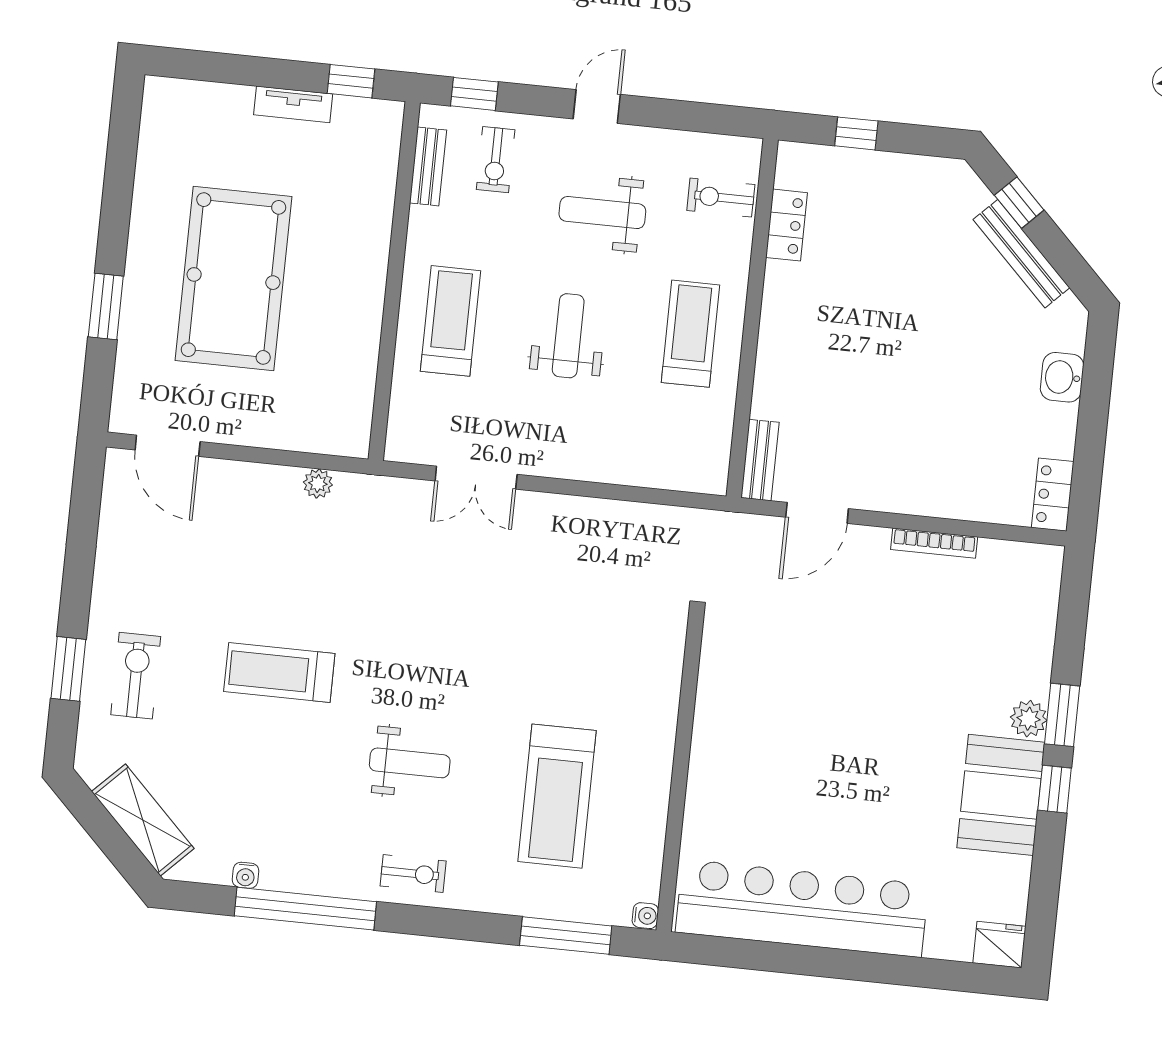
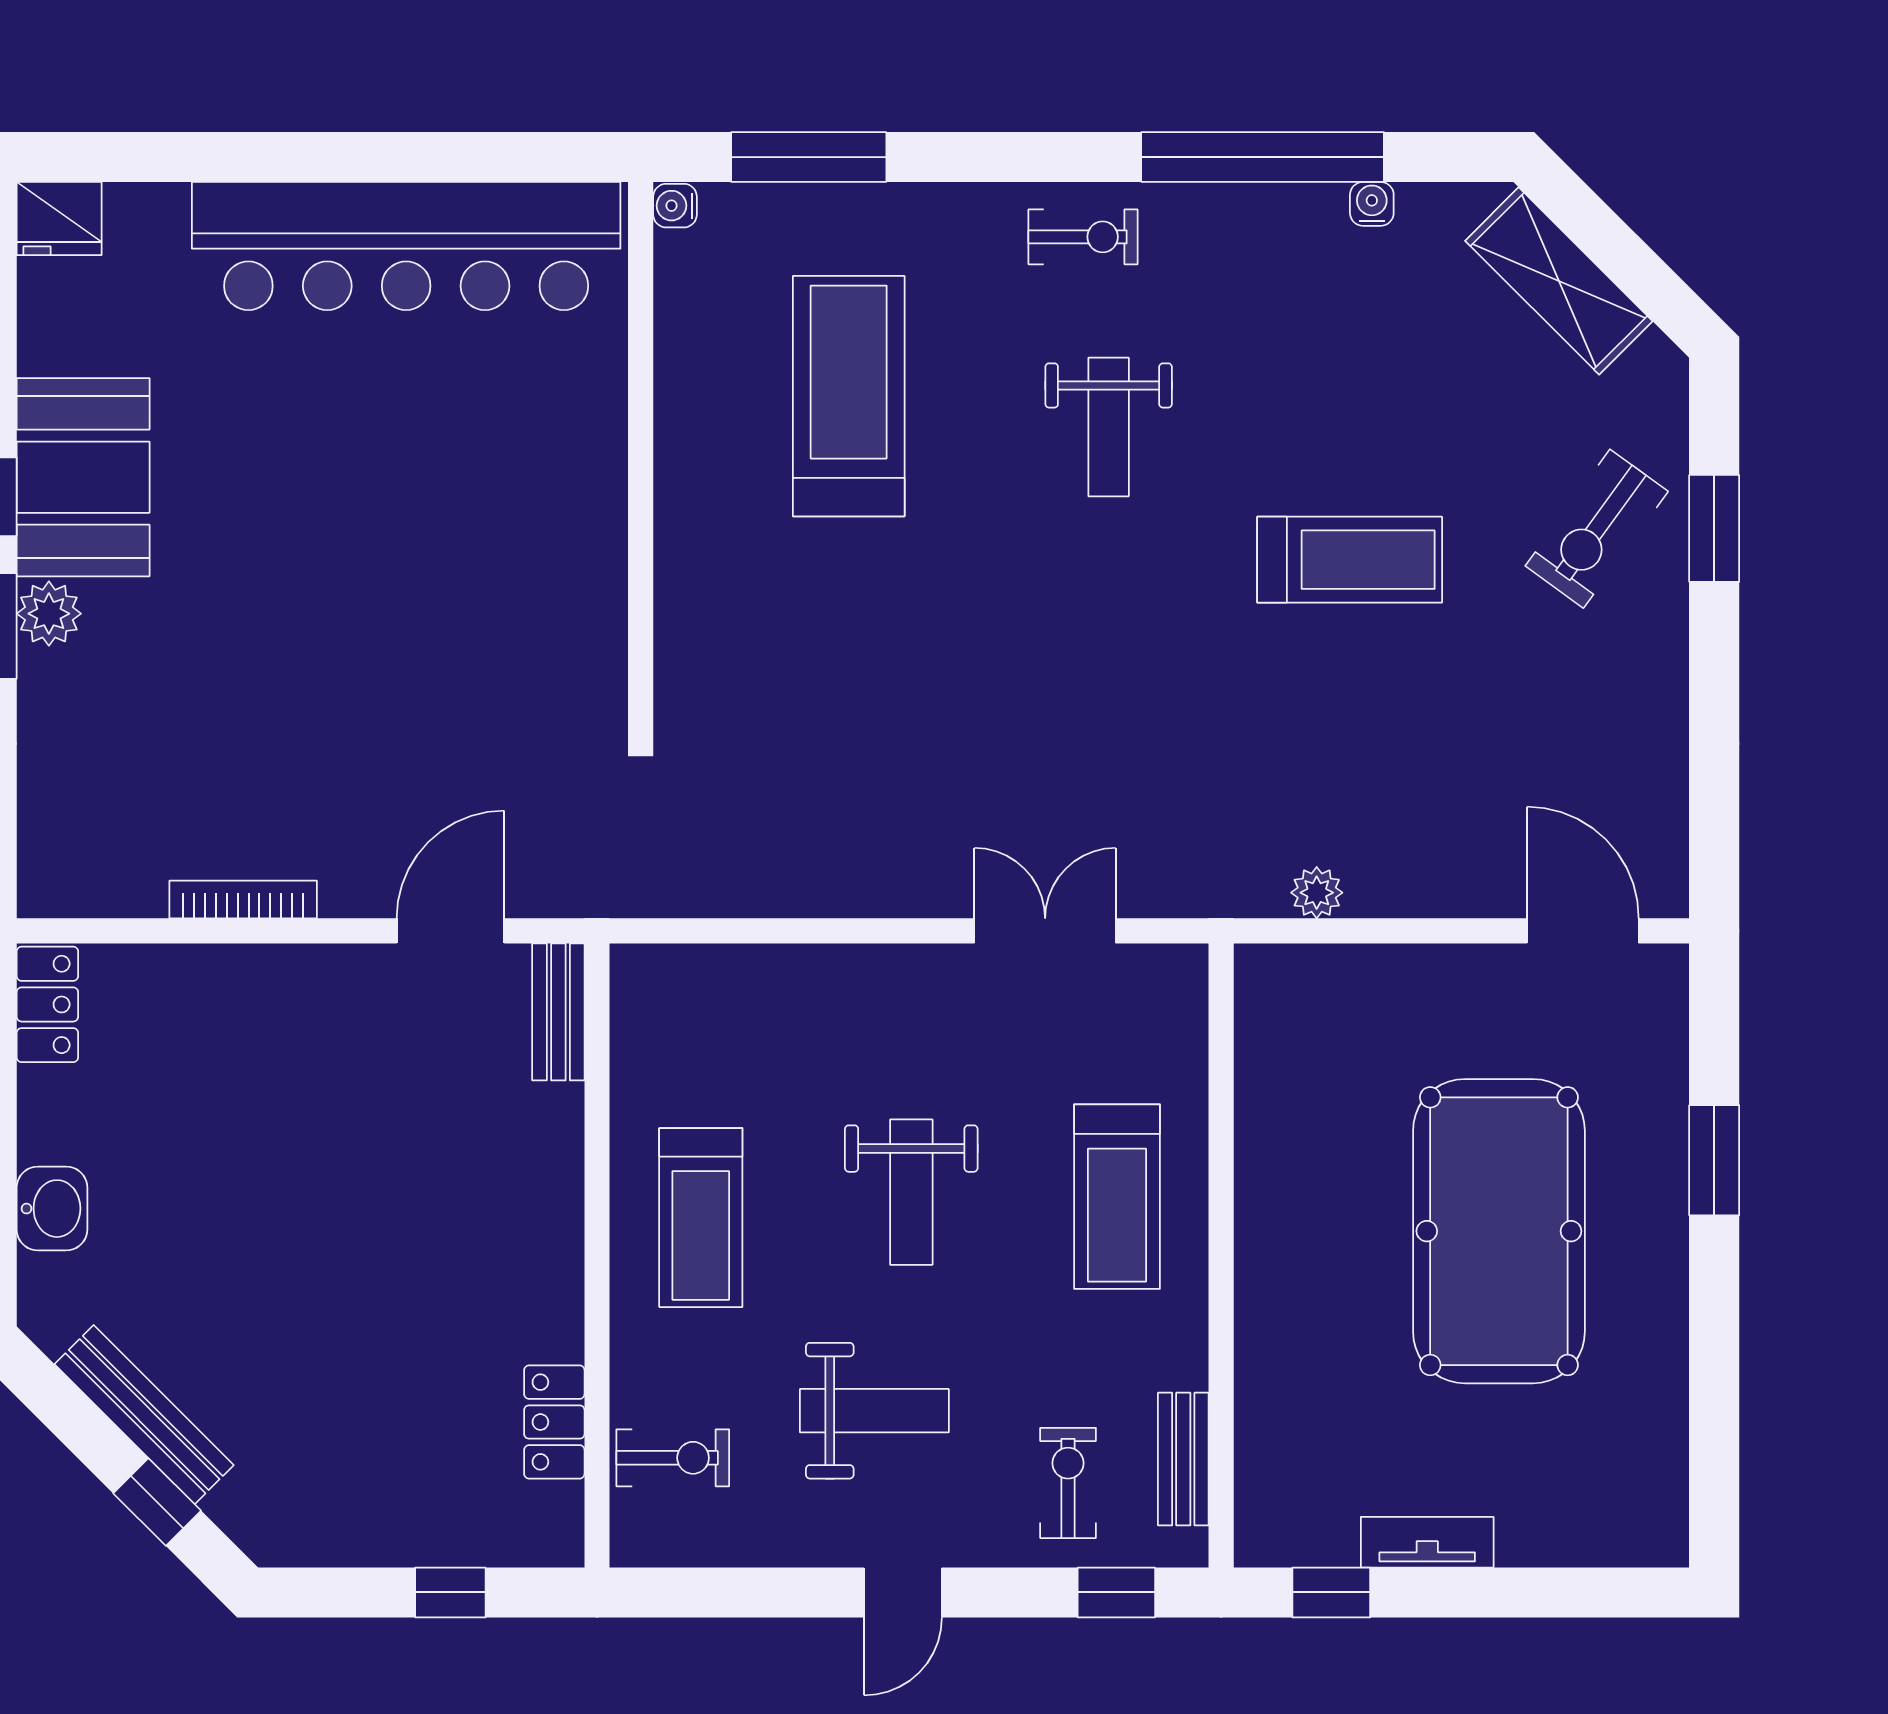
exercise bike: (136, 676) -> (1597, 529), turned 36
weight bench: (410, 763) -> (1109, 427), turned -90
exercise bike: (413, 873) -> (1083, 237), turned 180

